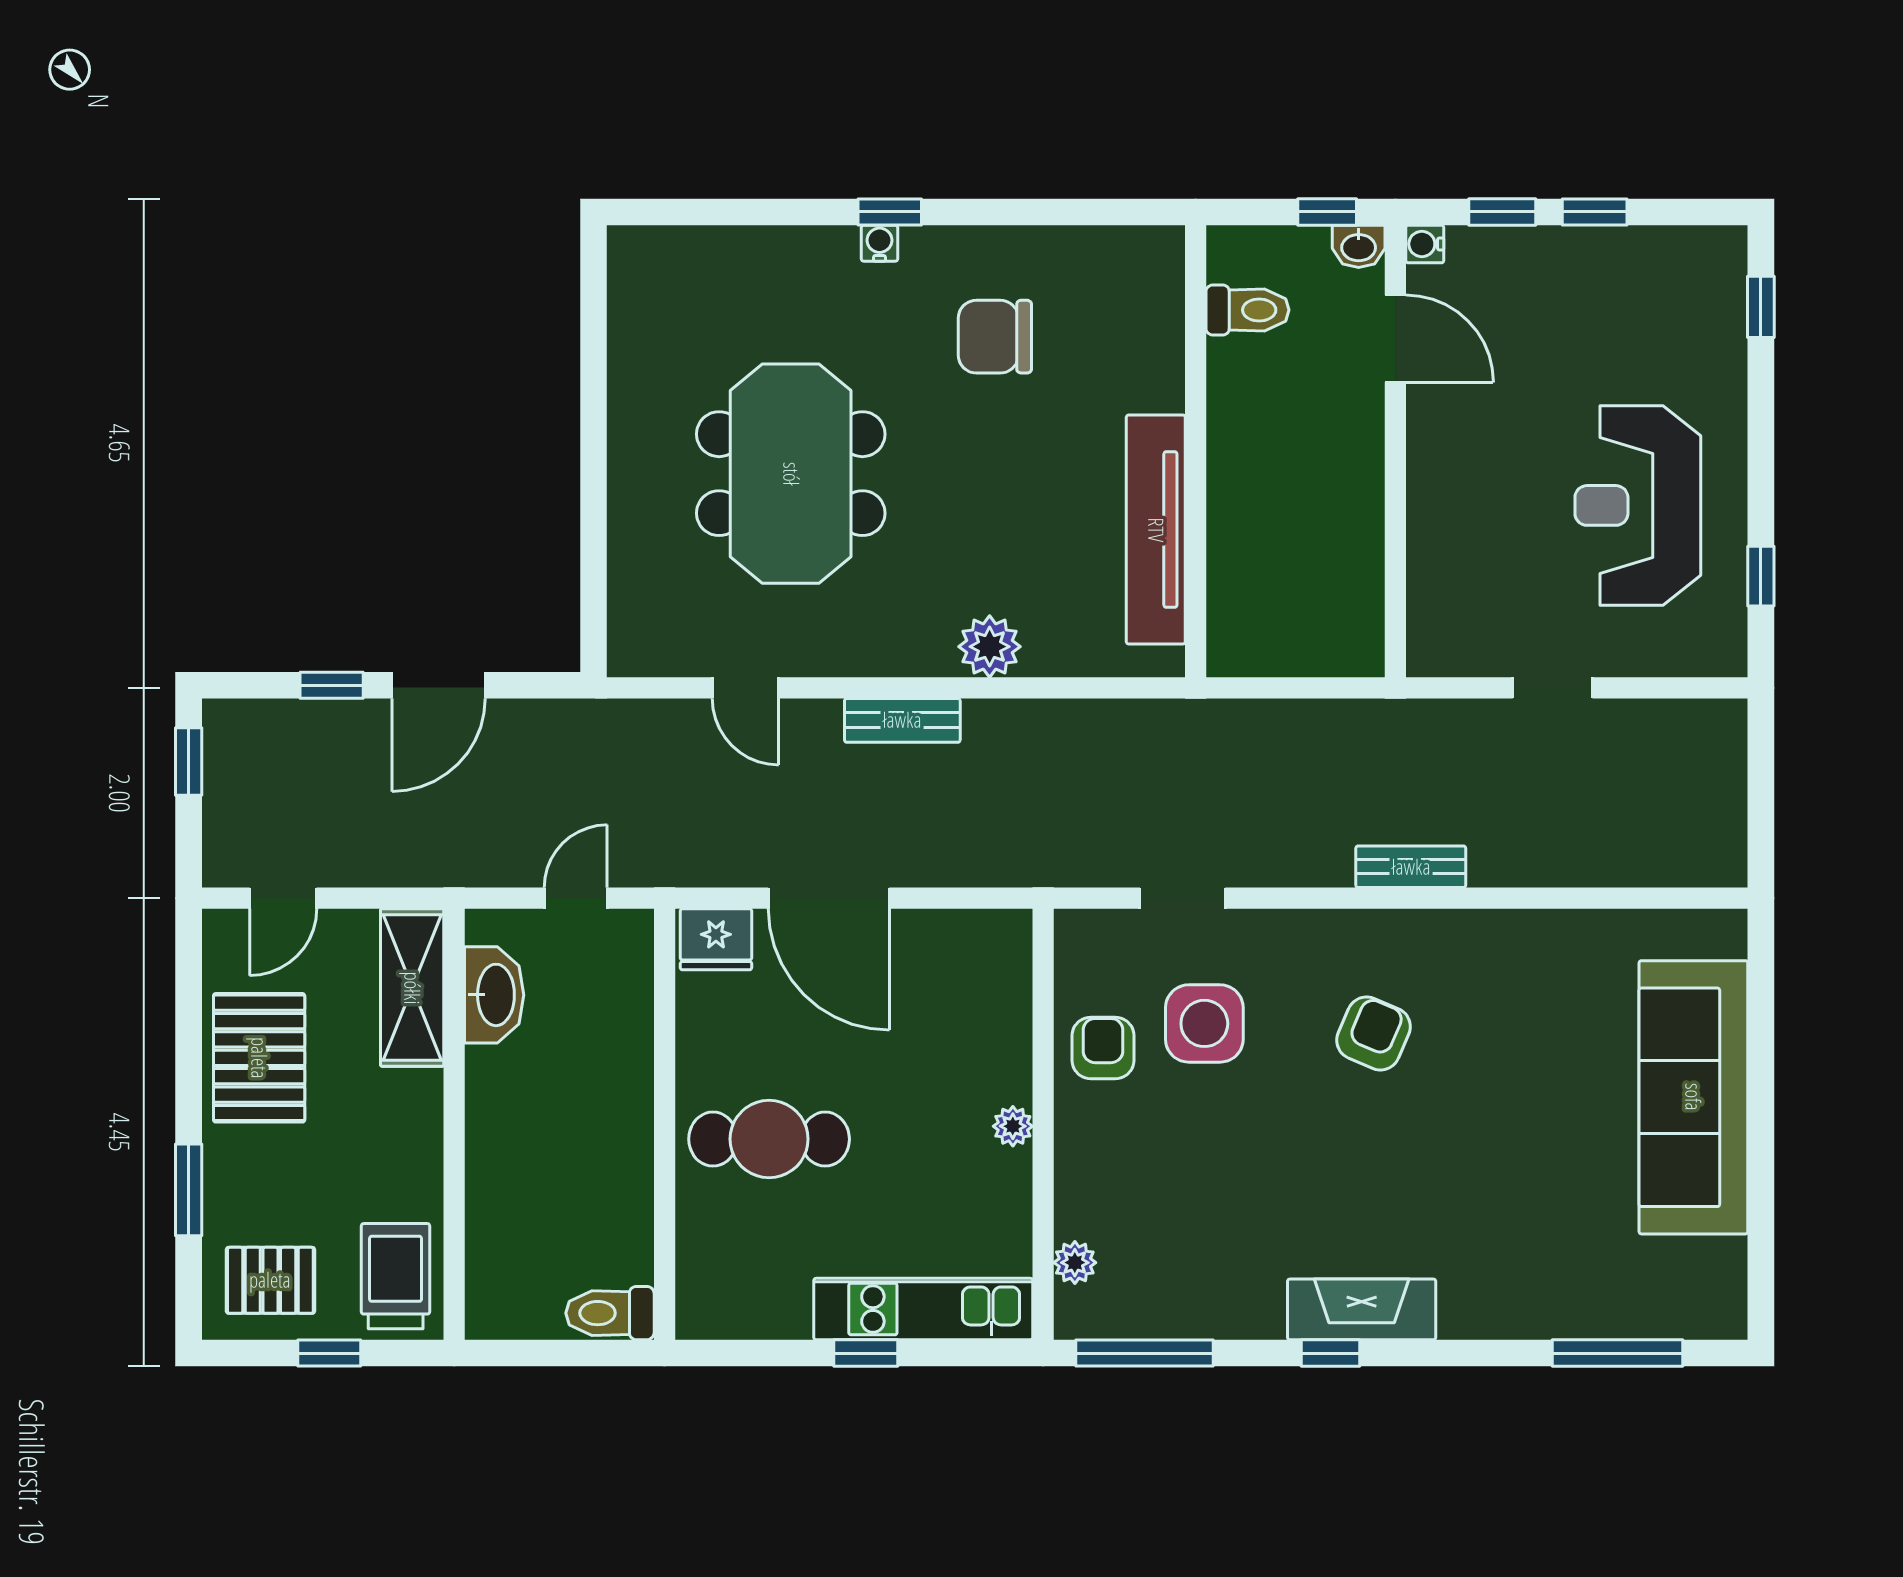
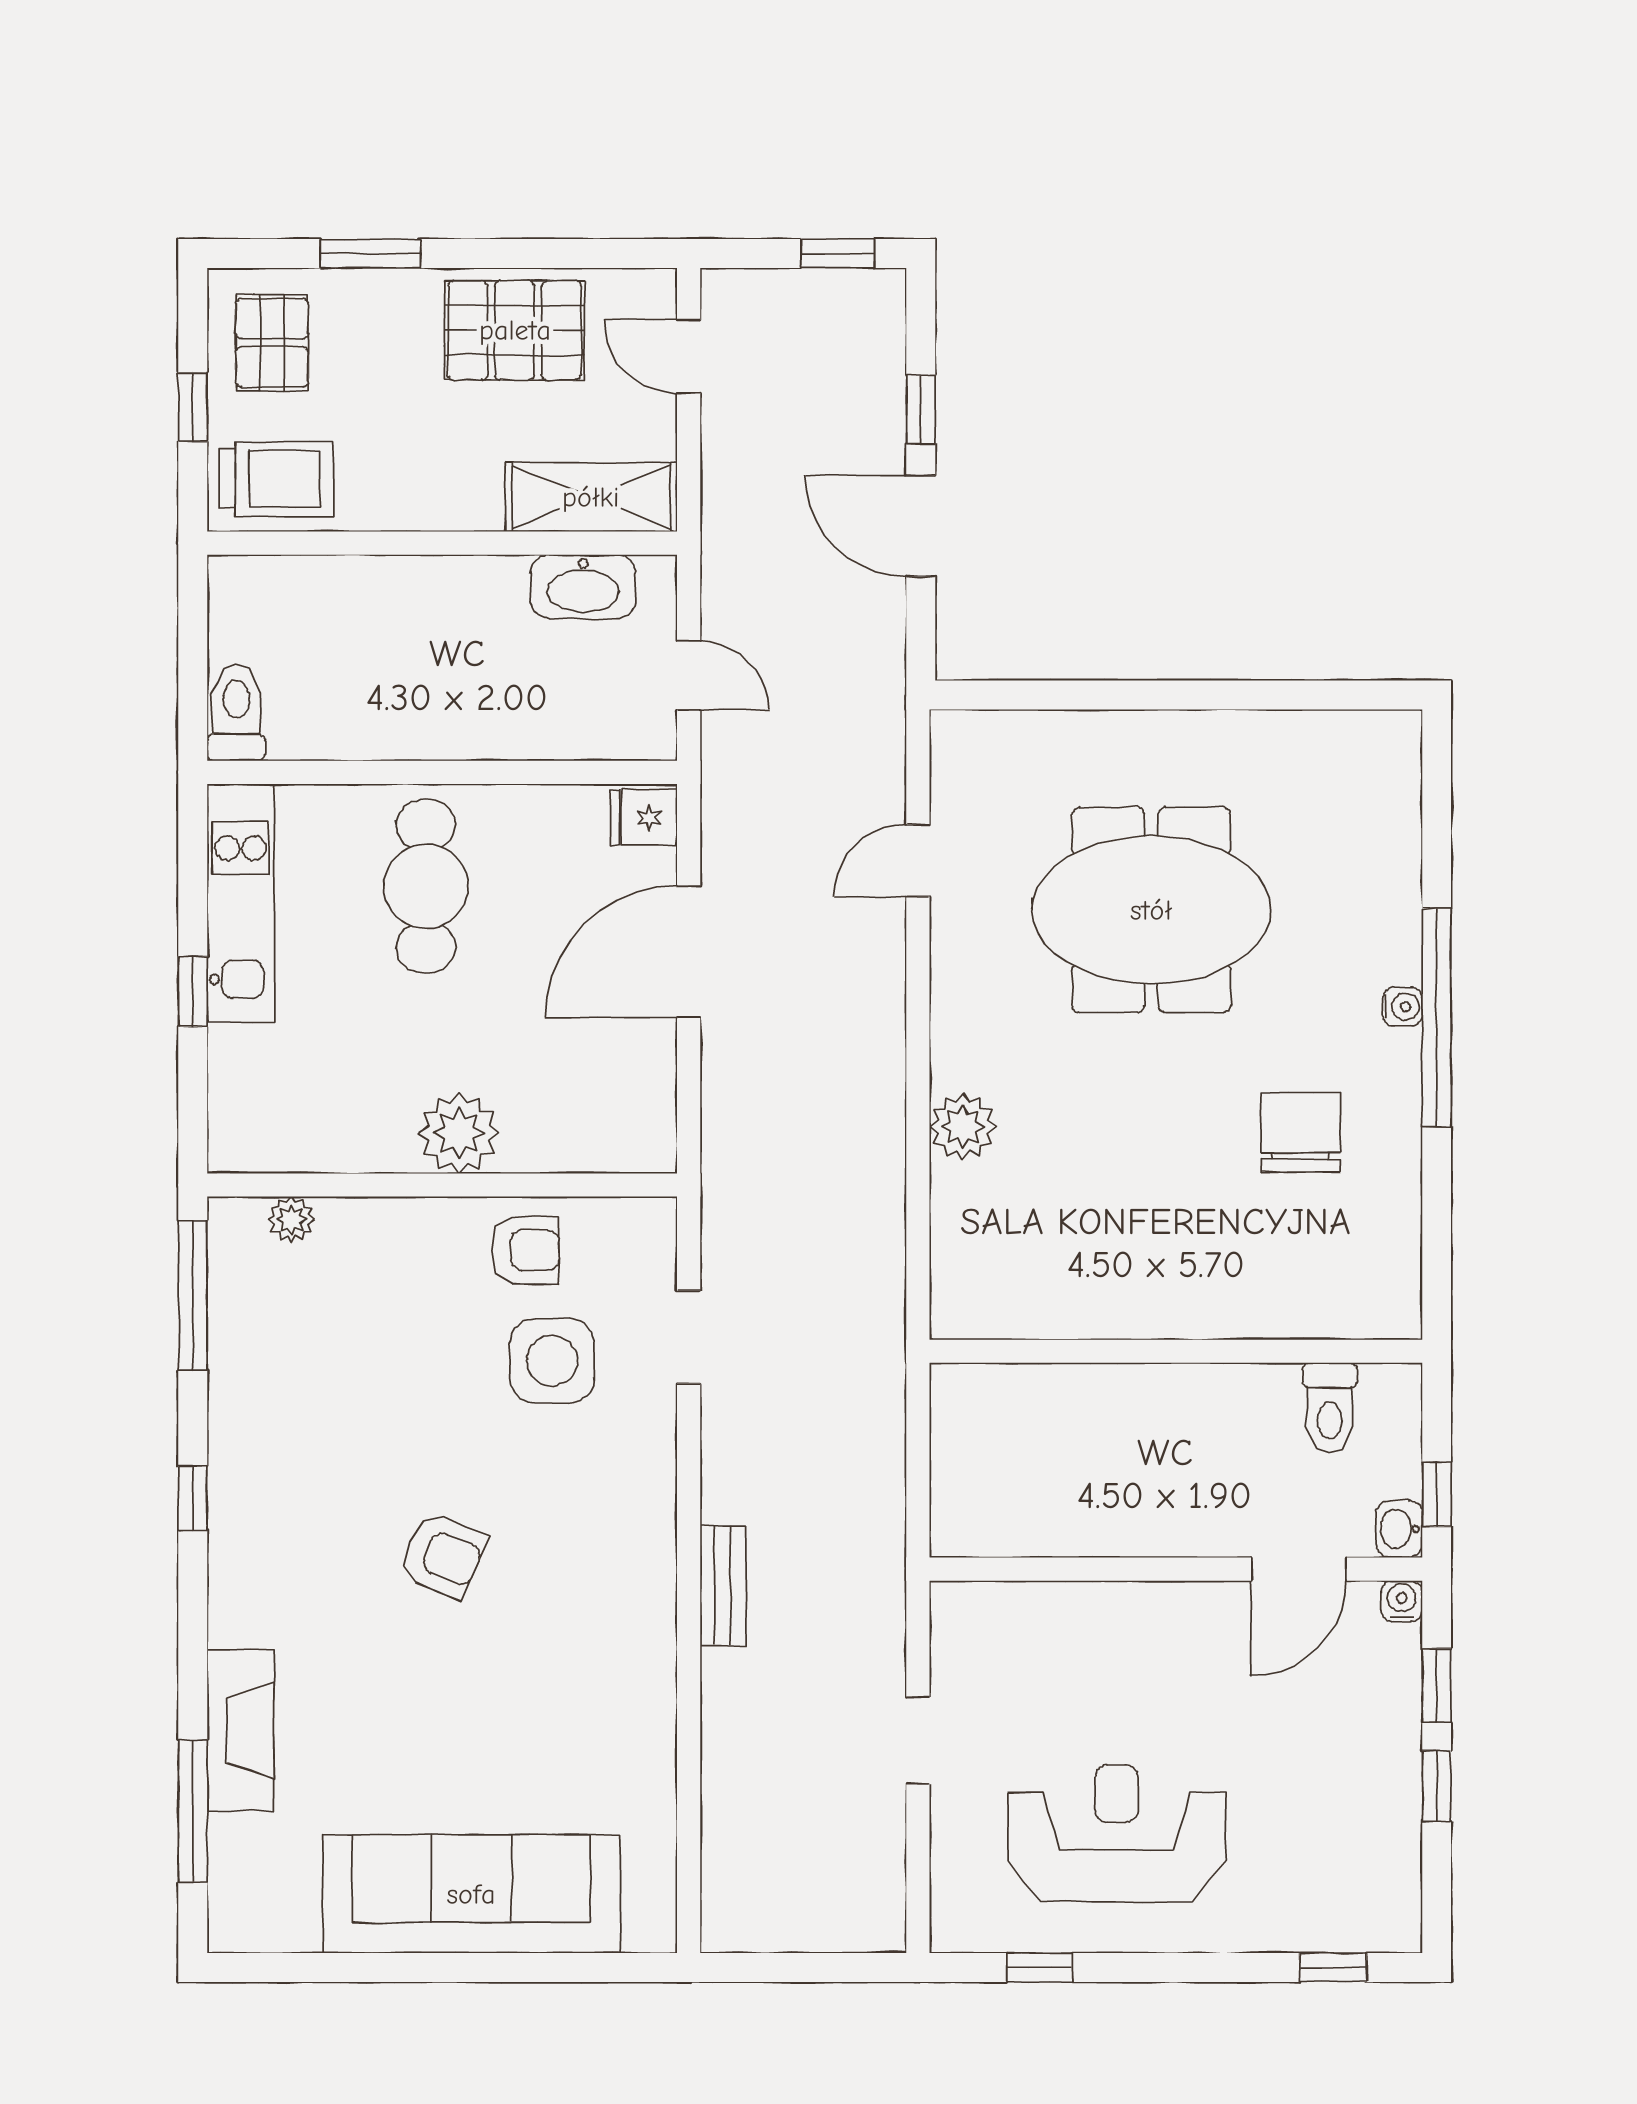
window: (890, 212) -> (1437, 1018), width x3.17
tv unit: (1156, 530) -> (1090, 1308), removed
bench: (902, 720) -> (882, 1032), removed
fridge: (716, 939) -> (644, 818), width x0.72
armchair: (1374, 1033) -> (443, 1555), moved
plant: (1013, 1126) -> (459, 1133), width x1.88, depth x1.88
kitchen unit: (923, 1309) -> (241, 903), moved
fireplace: (1362, 1309) -> (240, 1730), moved

